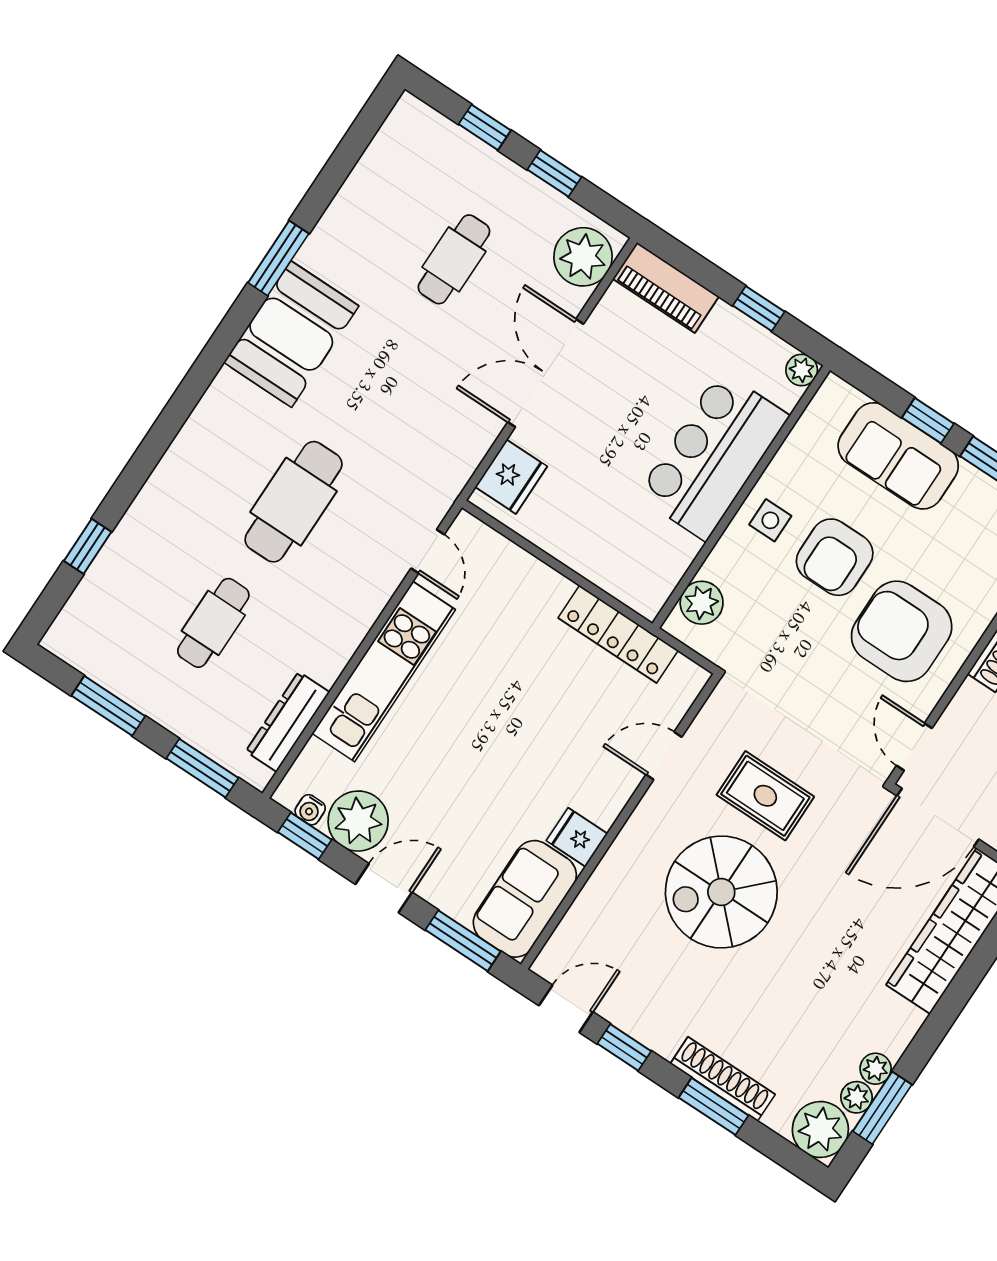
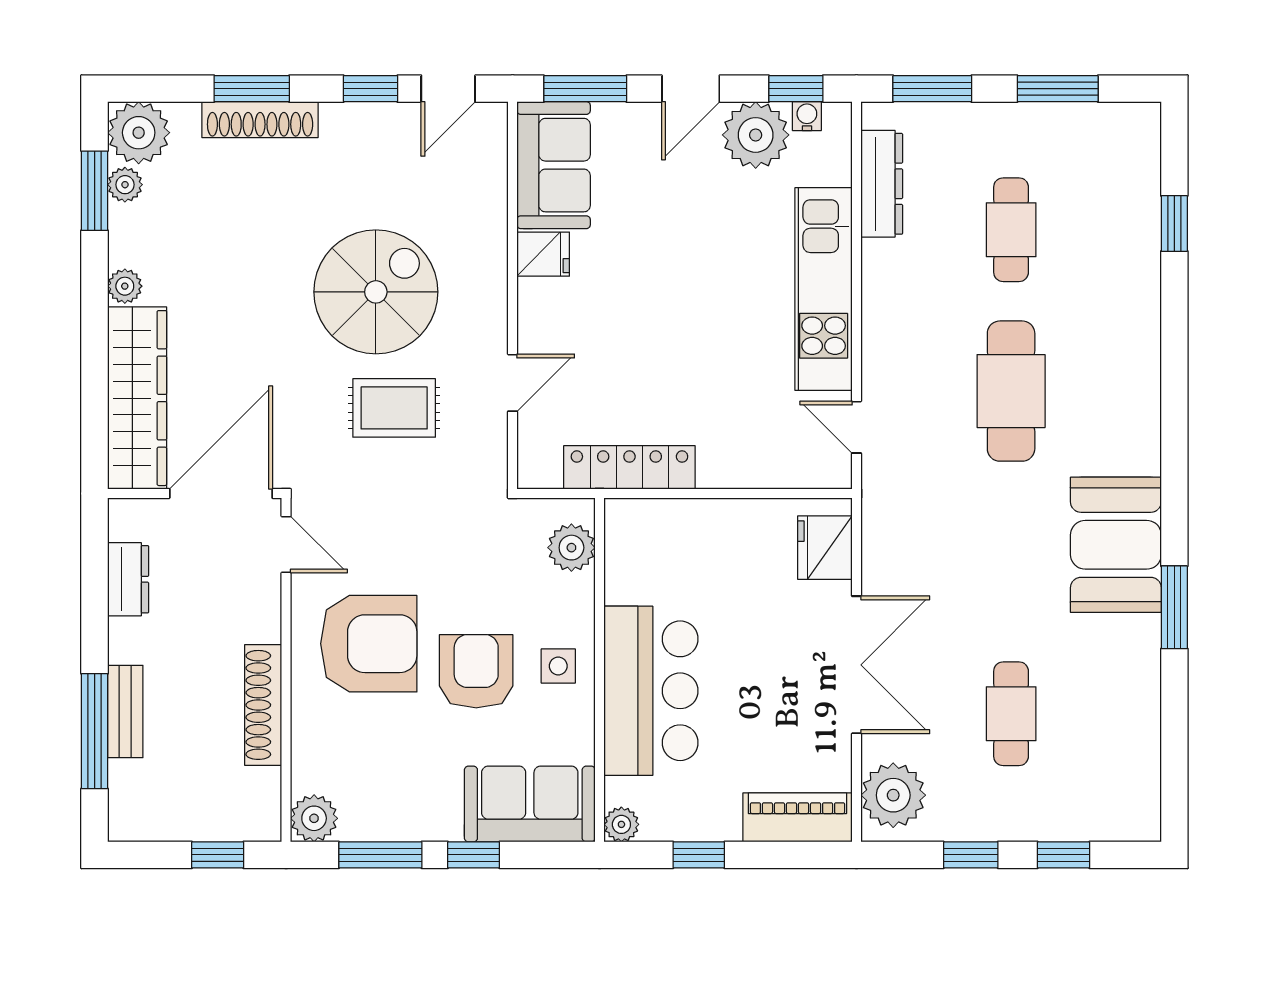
sofa: (898, 456) -> (530, 804), moved
plant: (876, 1069) -> (125, 286), moved

